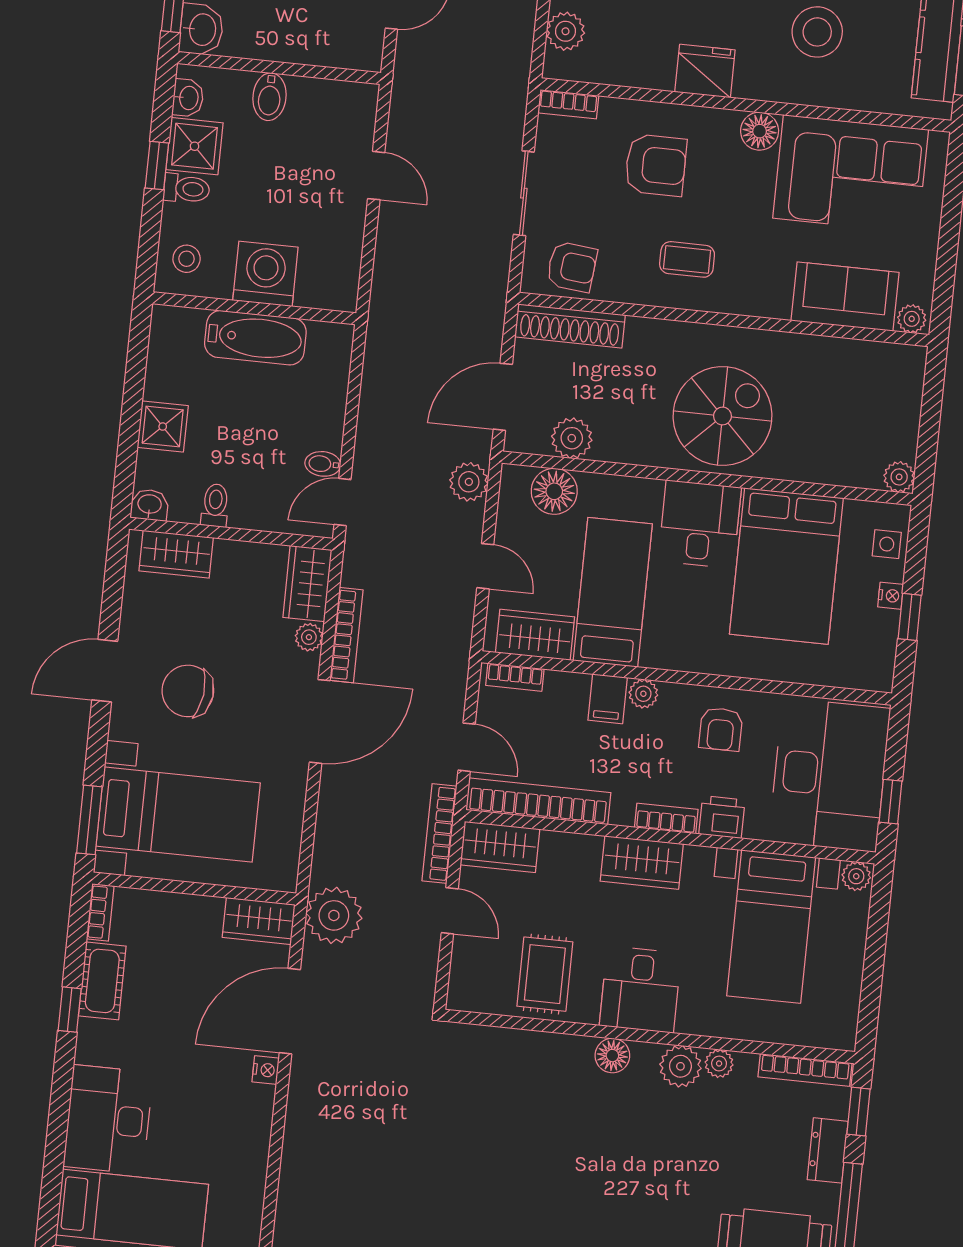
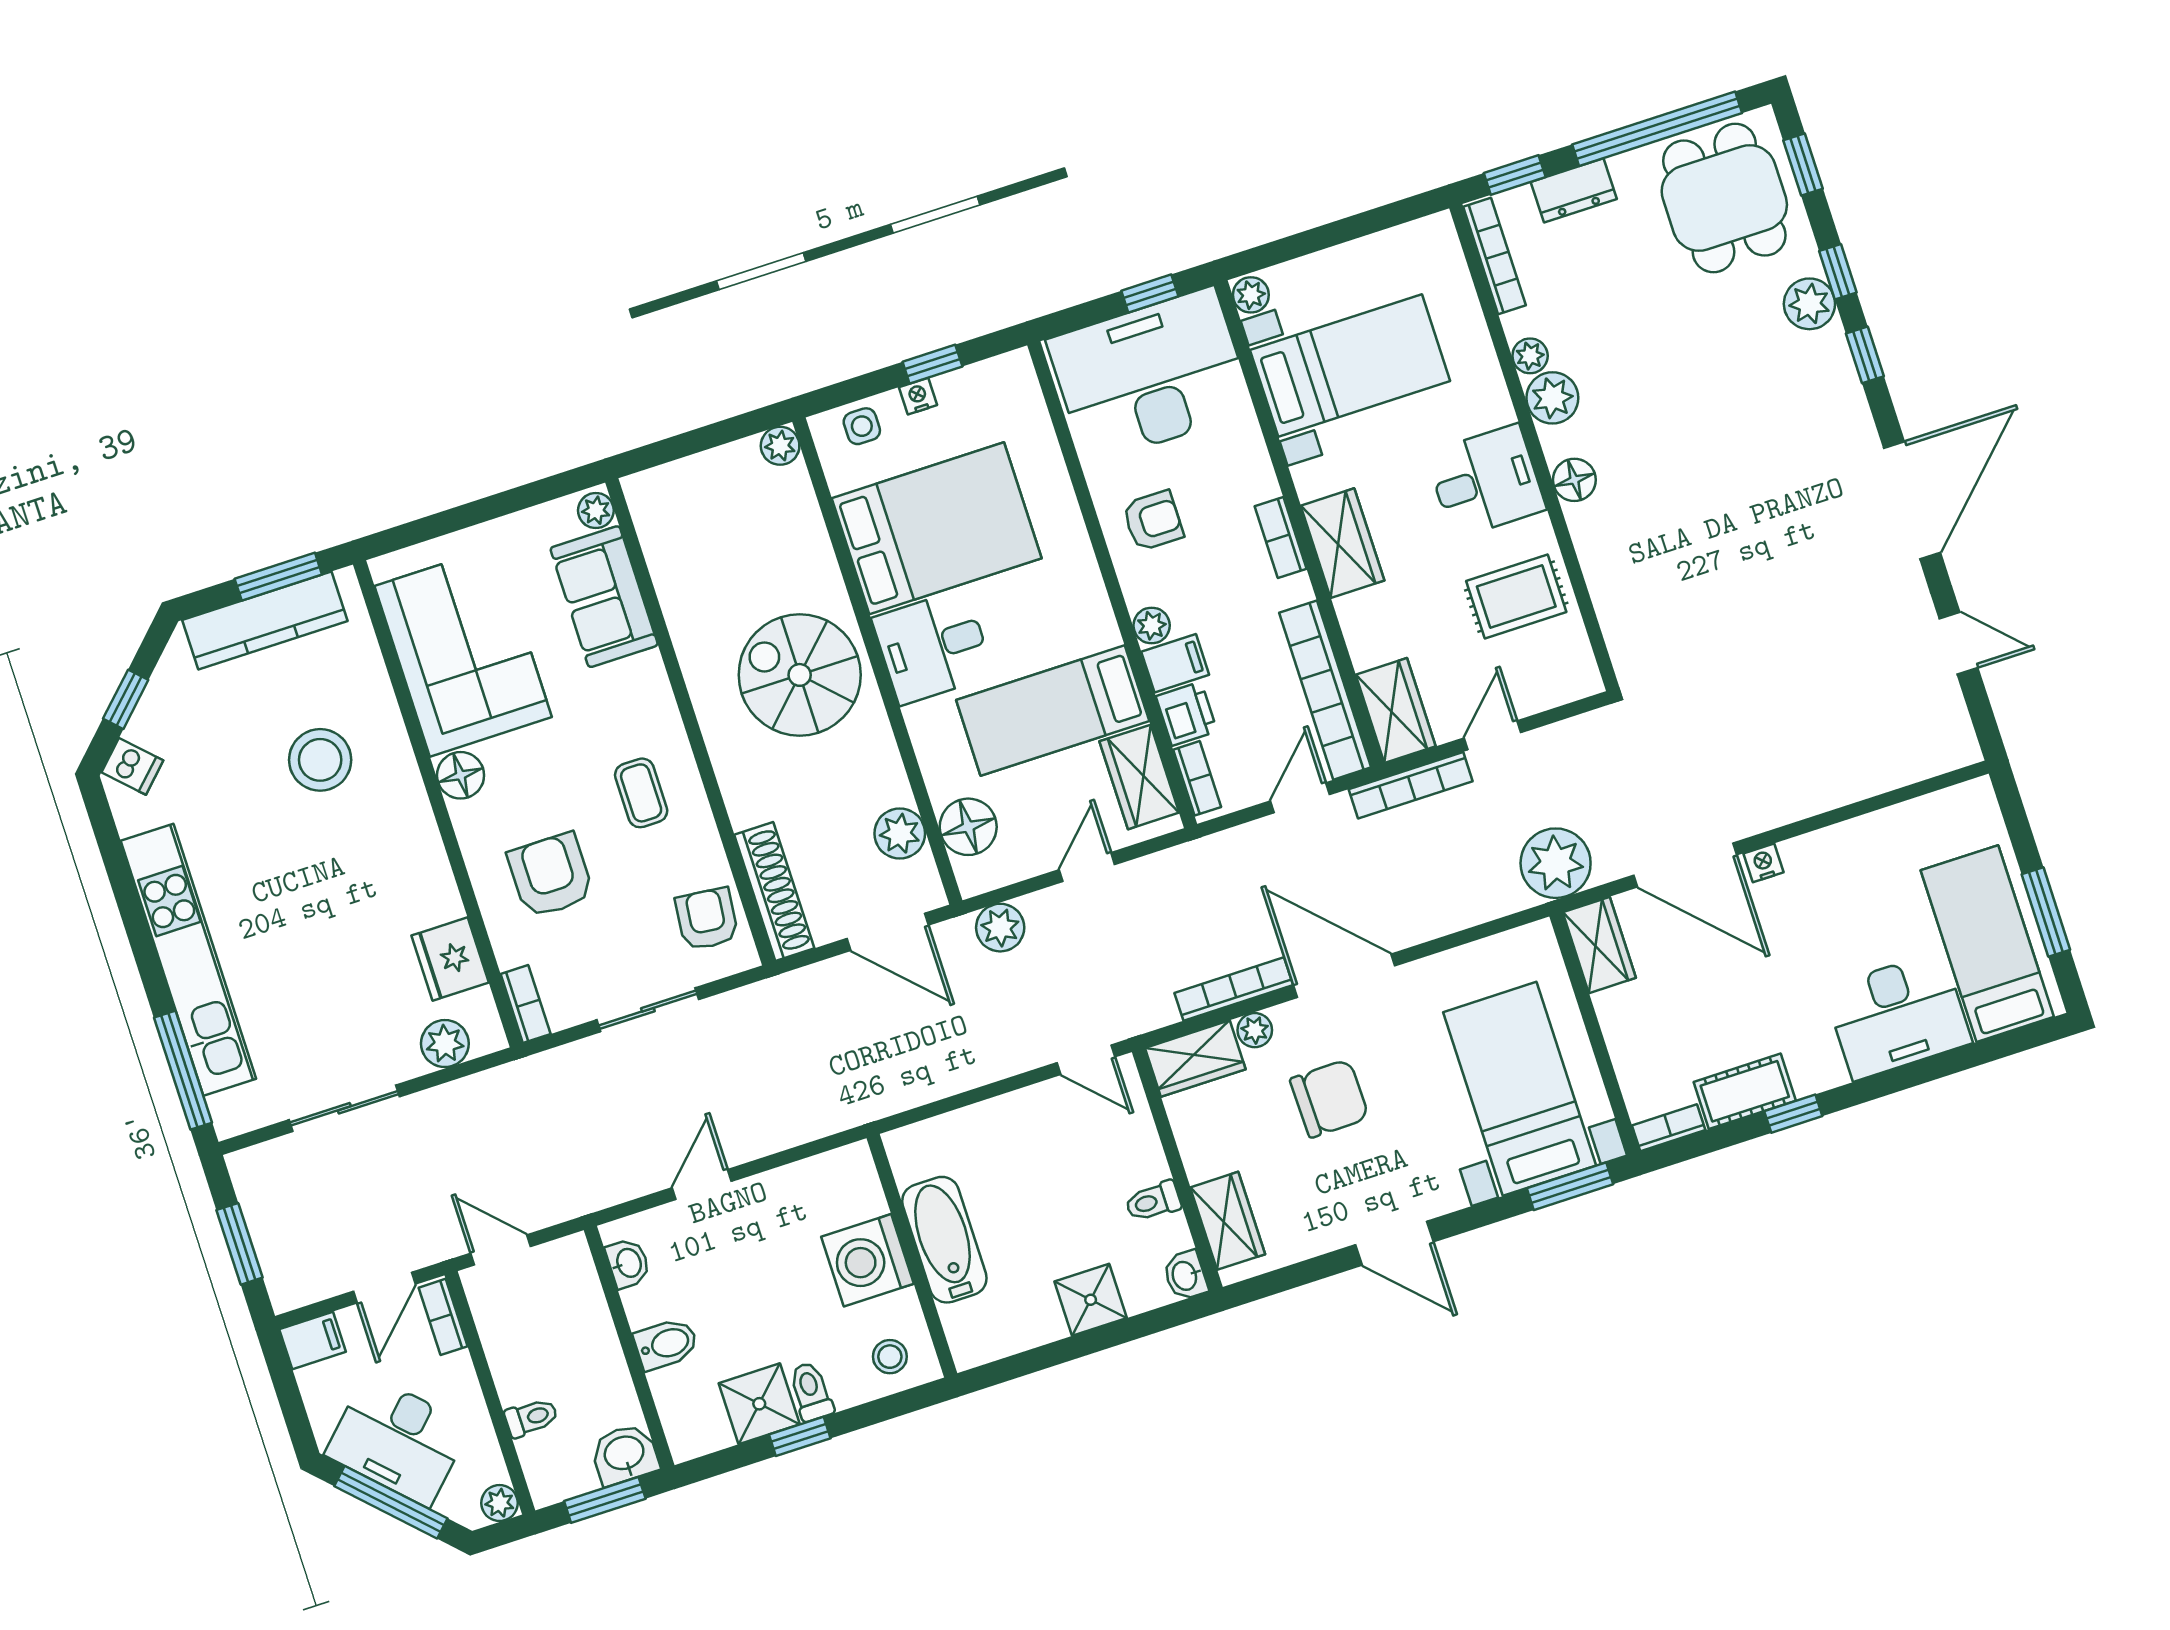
fridge: (705, 71) -> (450, 959), moved
washbasin: (188, 98) -> (628, 1263), moved, turned 90
bidet: (323, 464) -> (1053, 1101), removed
chair: (188, 691) -> (1329, 1098), moved, turned -98
printer: (722, 817) -> (1187, 714), moved, turned 180

